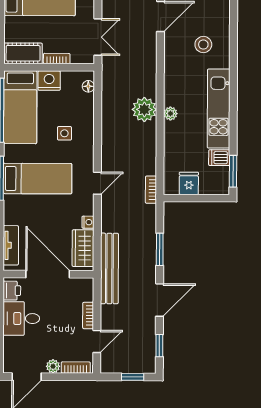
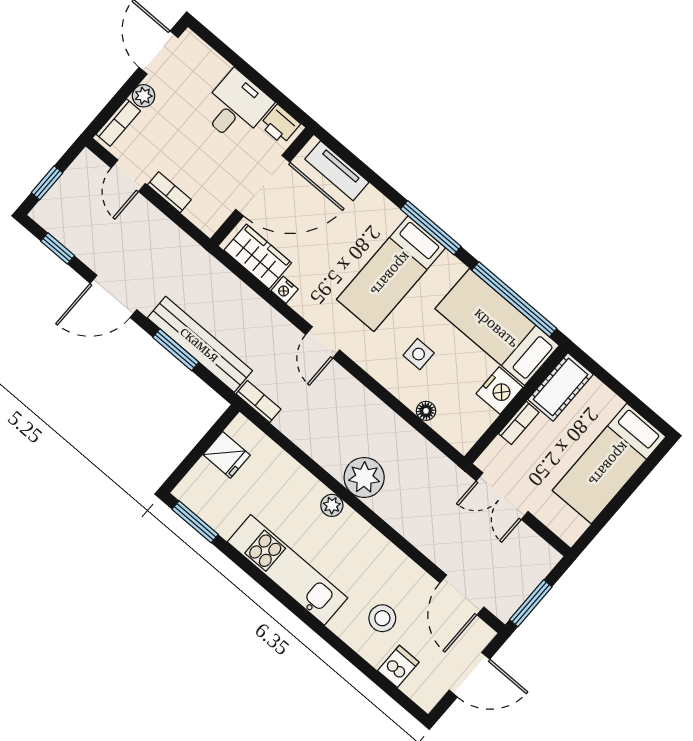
floor lamp: (88, 86) -> (426, 411), moved
dishwasher: (219, 158) -> (398, 666), moved
bench: (109, 268) -> (200, 344), moved
door: (160, 300) -> (114, 296), hinge flipped

